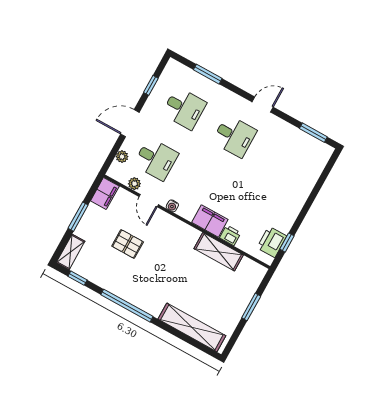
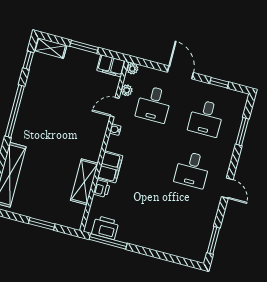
plant: (122, 157) -> (132, 69), moved
window: (287, 243) -> (108, 241), width x2.17
pallet: (128, 244) -> (71, 98), removed

